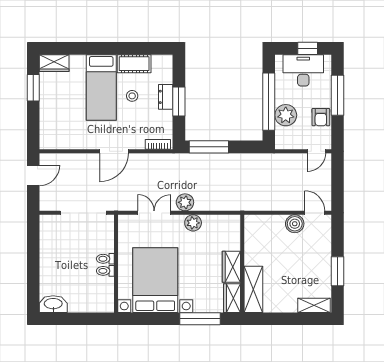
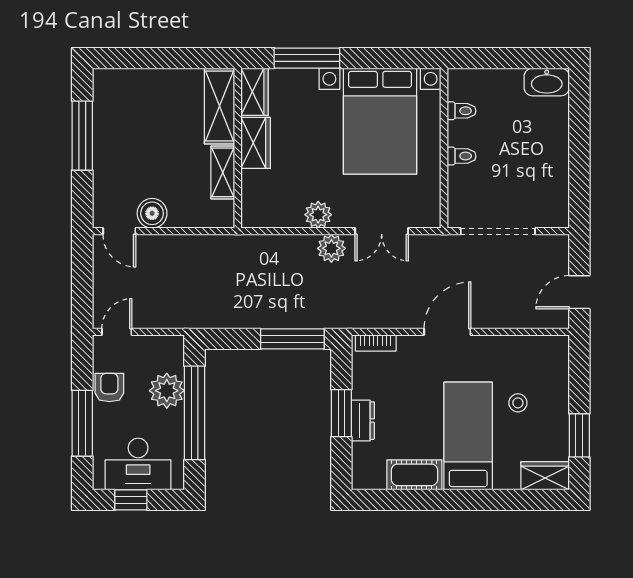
stool: (132, 96) -> (518, 403), moved
toilet: (105, 271) -> (461, 111), moved
window: (337, 271) -> (82, 136), width x1.44
shelving: (314, 305) -> (223, 172), moved, turned 90

